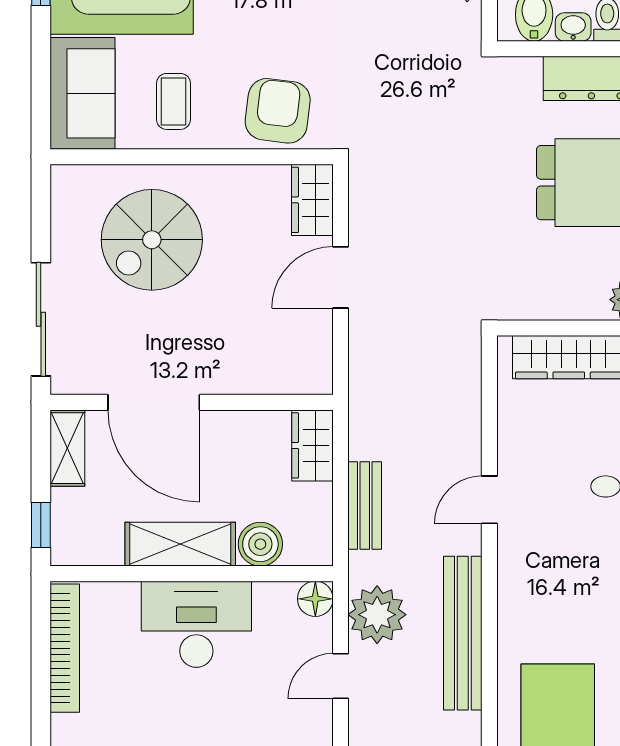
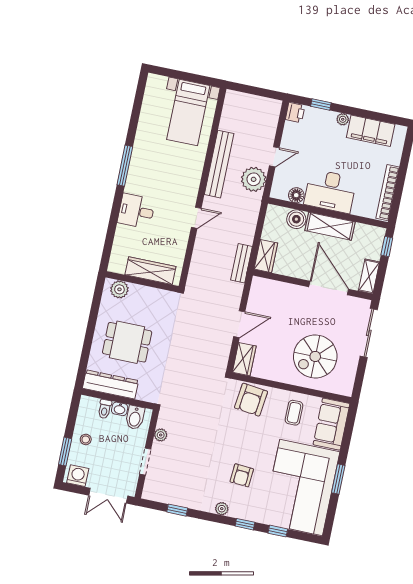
spiral stairs: (152, 240) -> (315, 356), turned 180
bench: (365, 506) -> (241, 263), moved
floor lamp: (315, 599) -> (296, 195), moved

